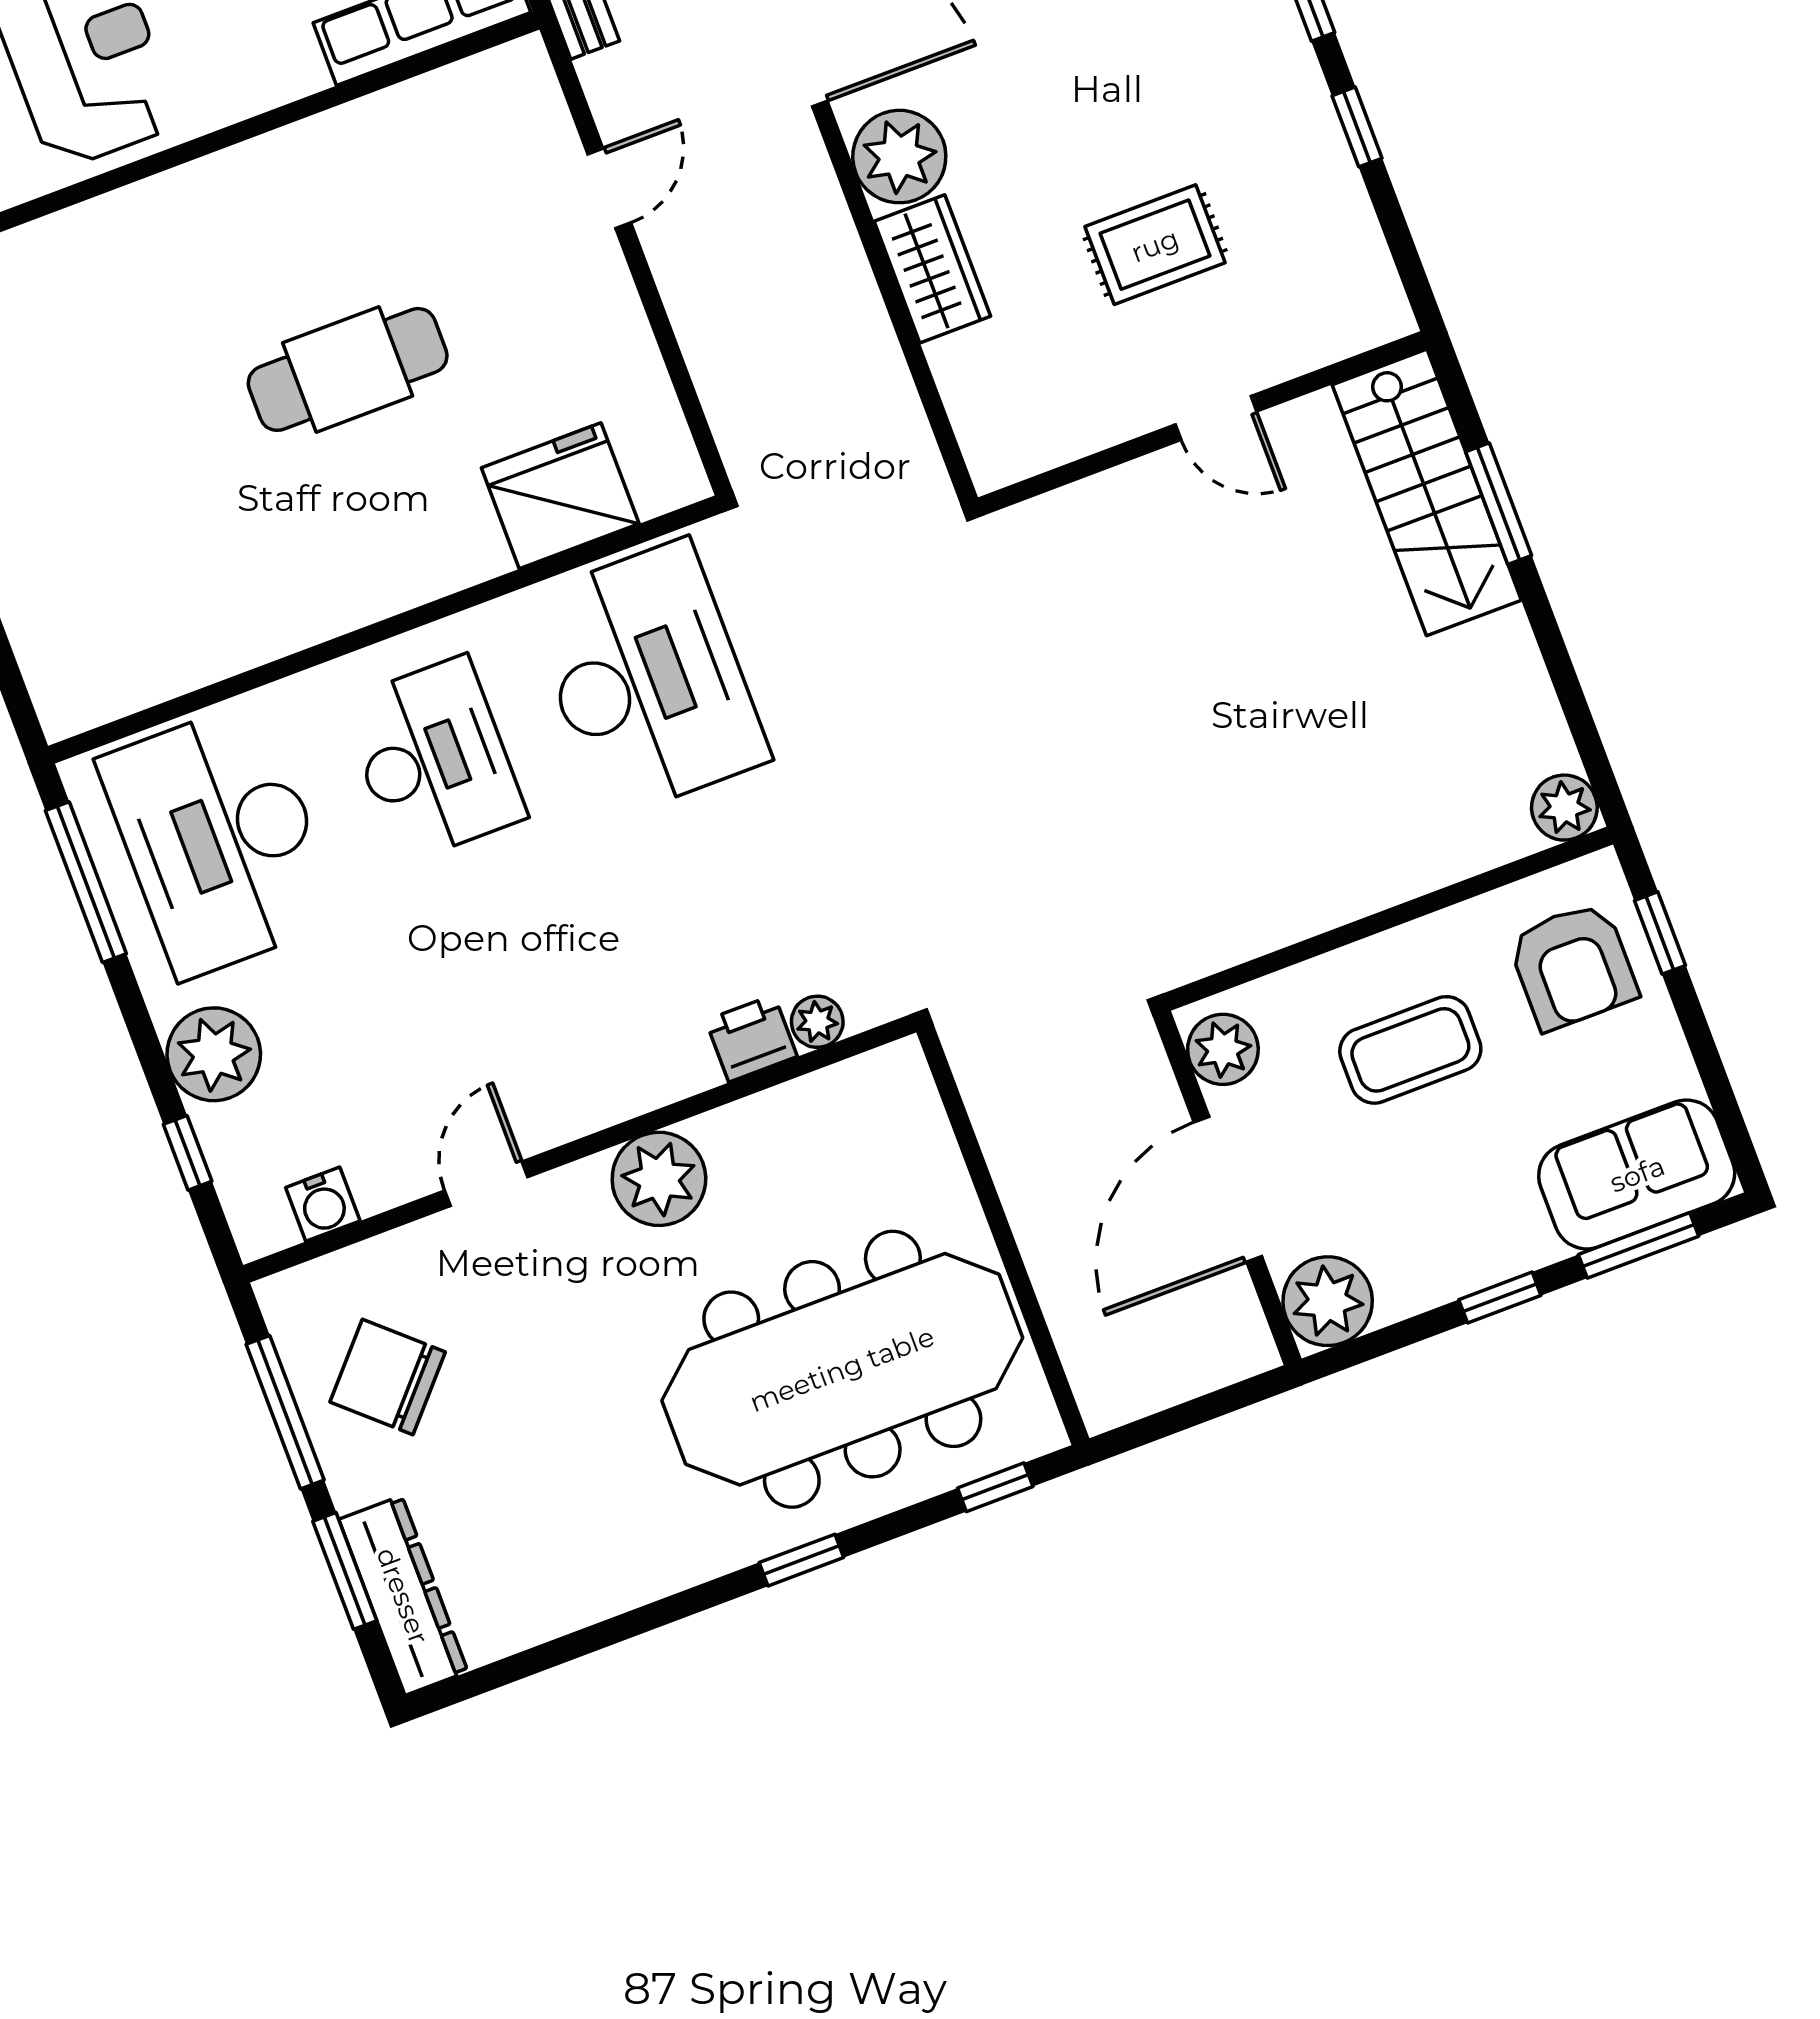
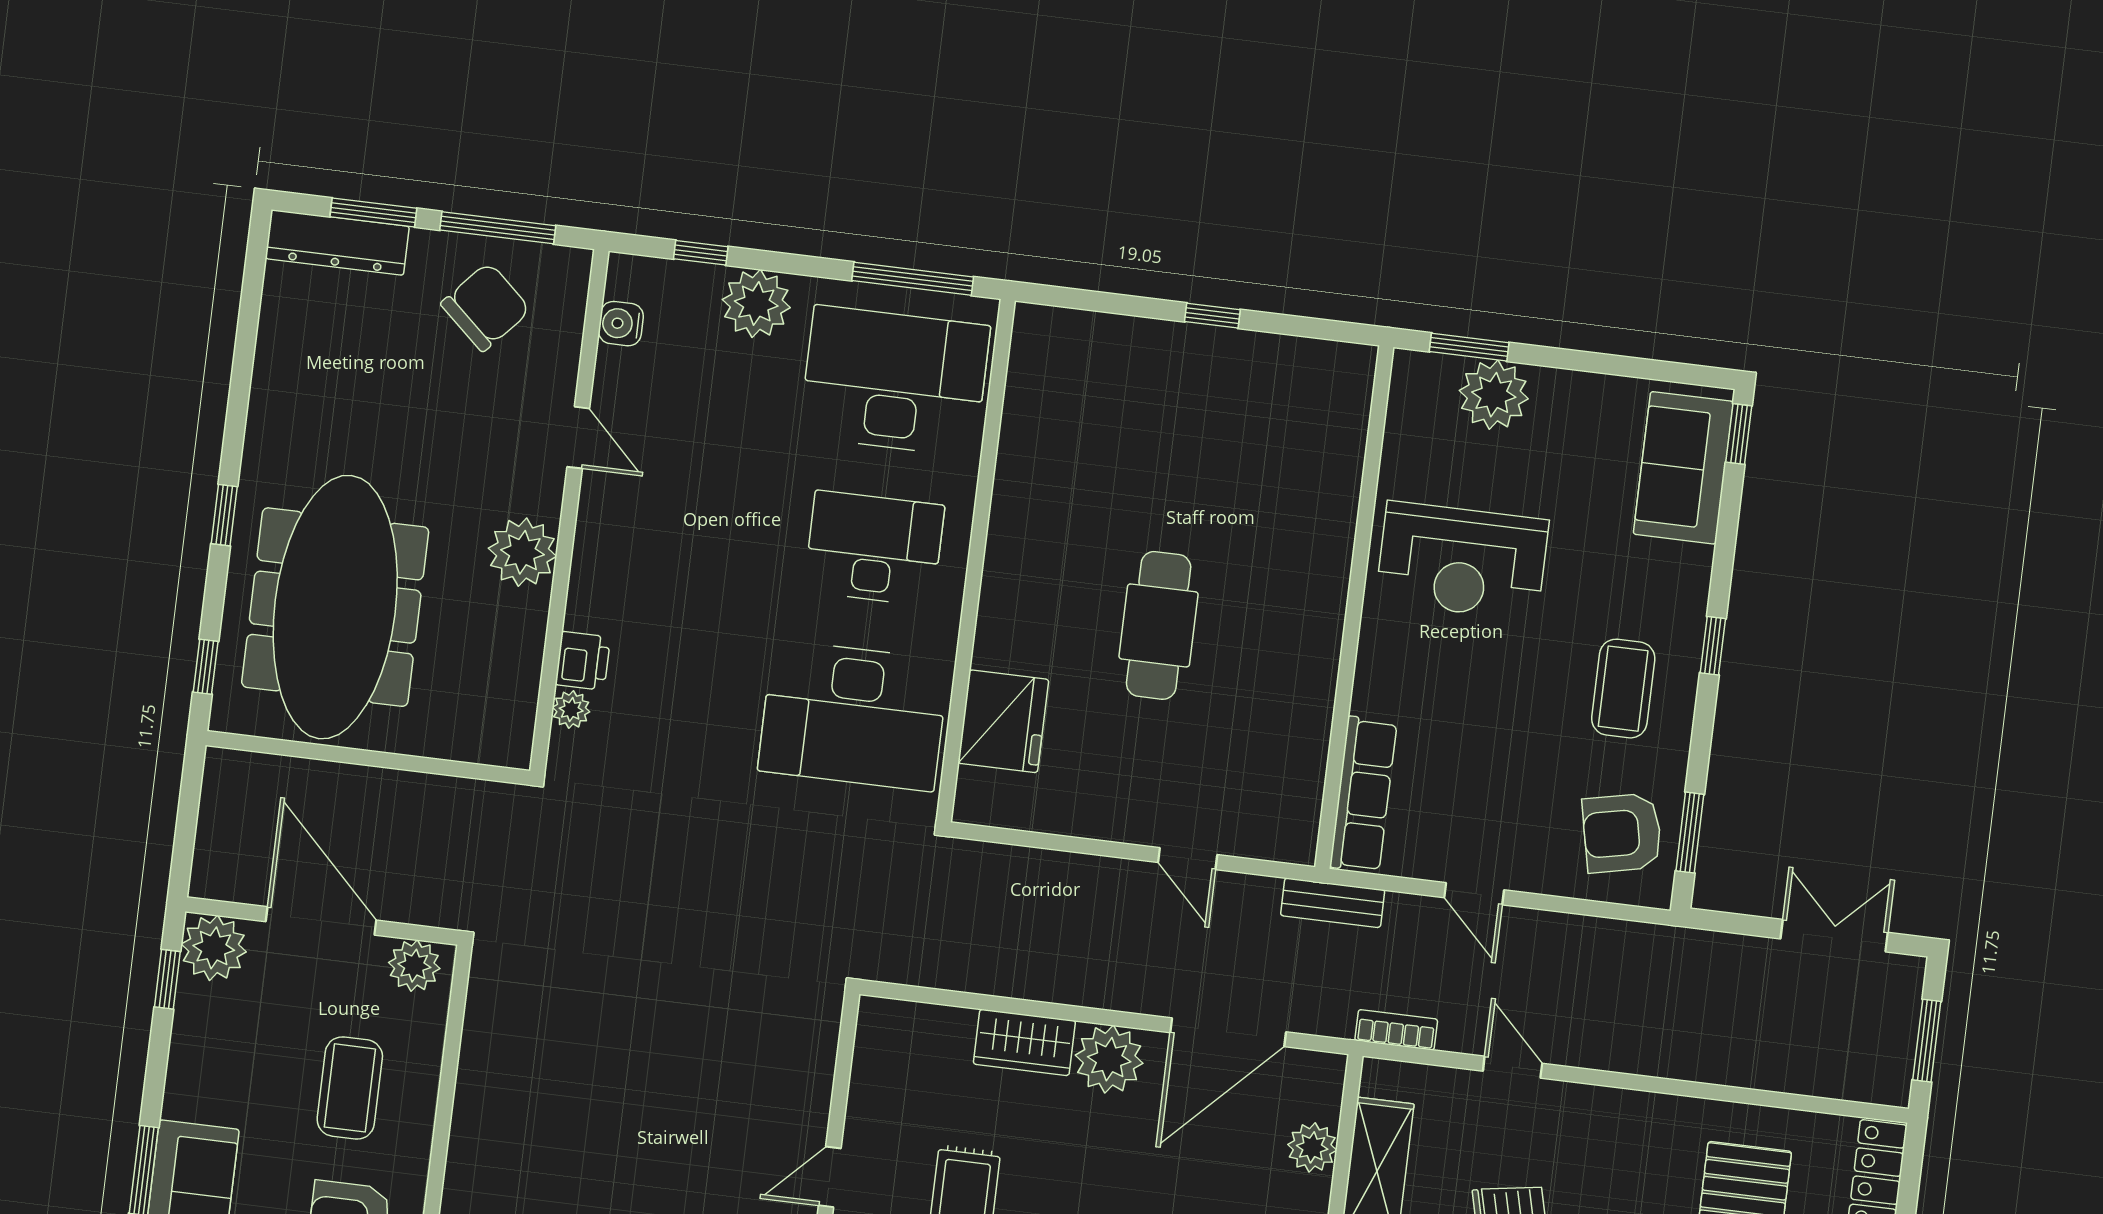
desk: (434, 759) -> (874, 548), turned 180
window: (1500, 1298) -> (167, 979), moved

